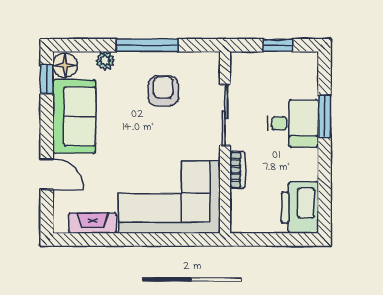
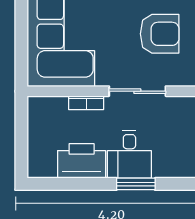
armchair: (163, 91) -> (160, 34), width x1.38, depth x1.38
printer: (300, 207) -> (82, 161), moved

